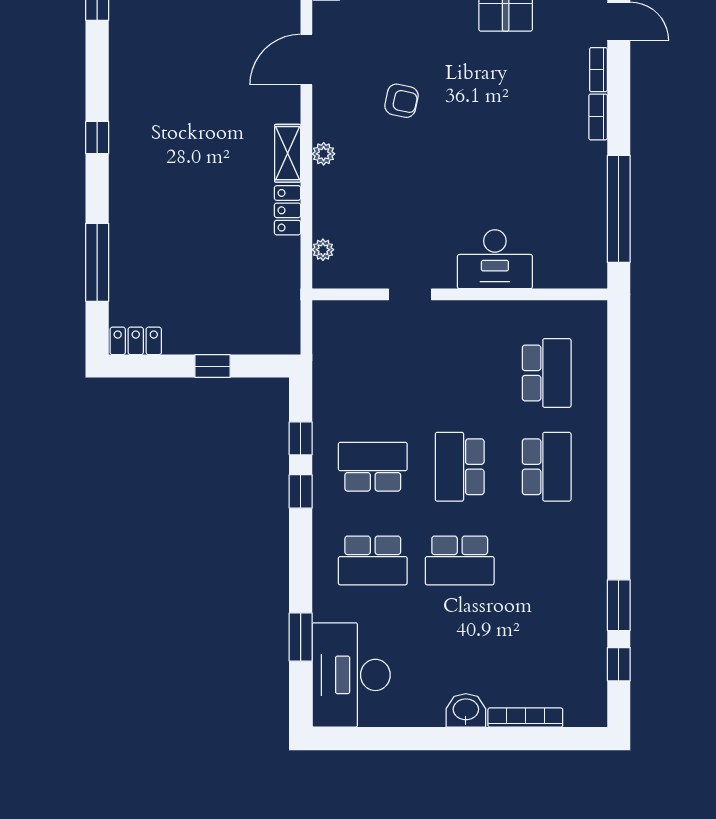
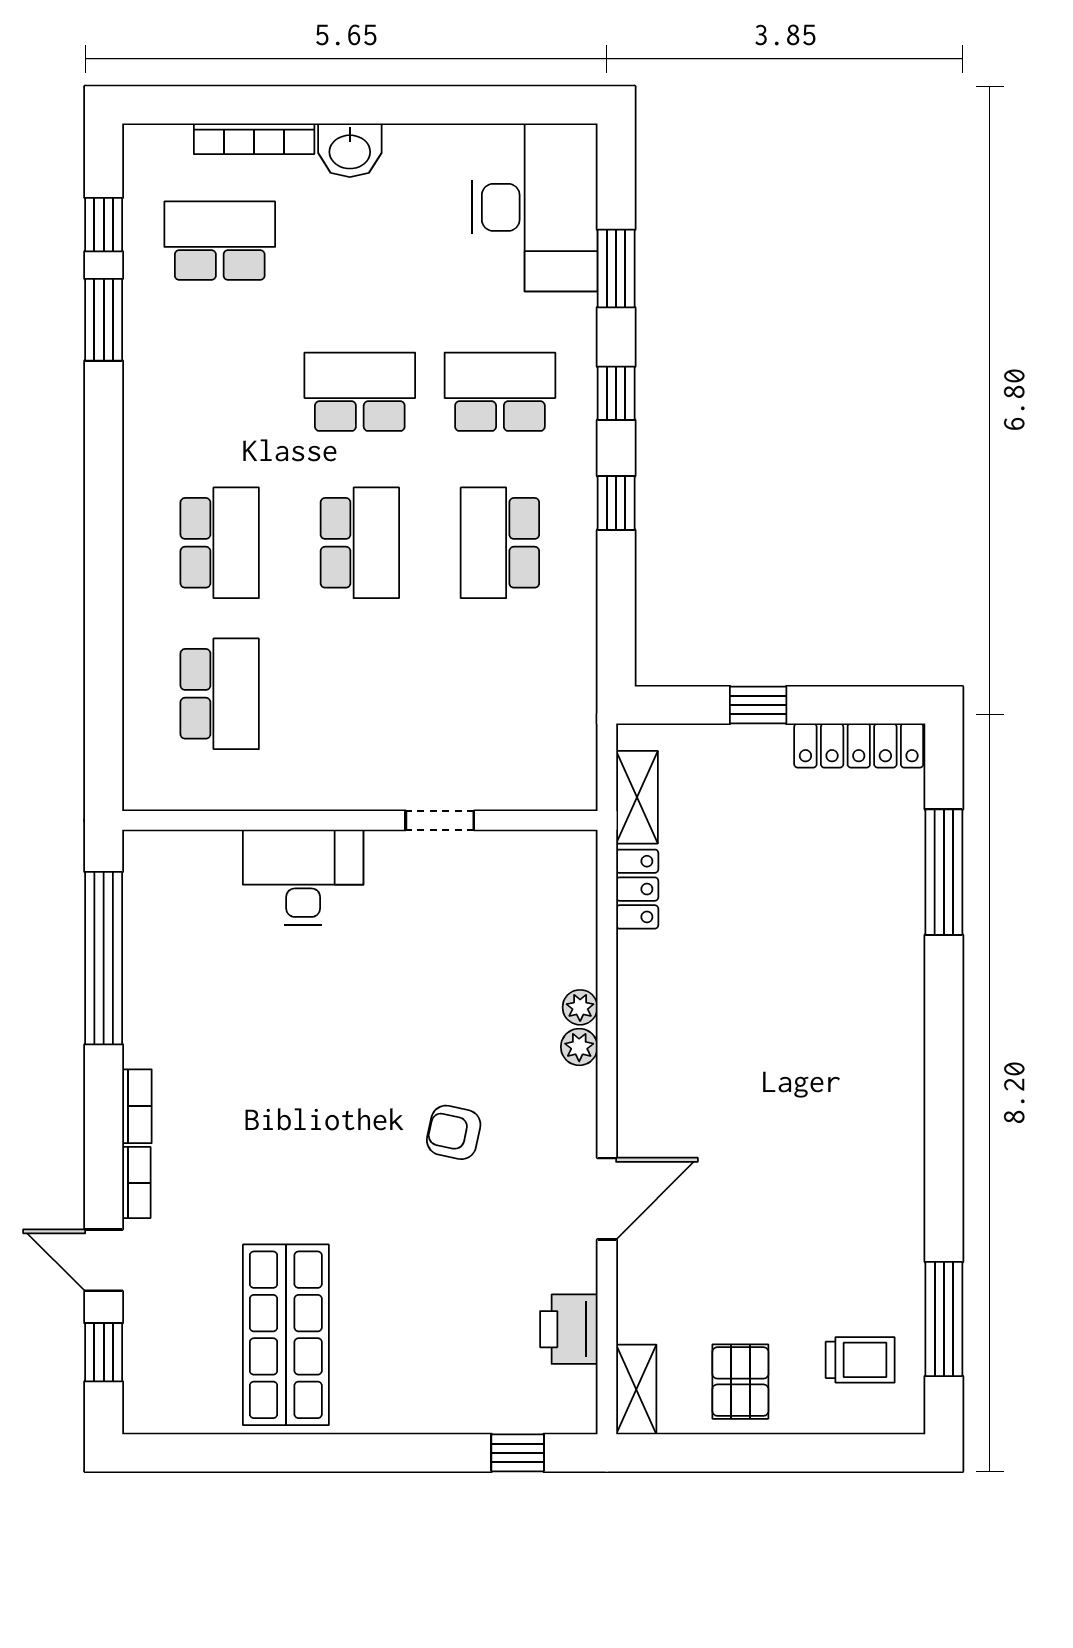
window: (97, 138) -> (944, 1073), removed
shelving: (288, 153) -> (637, 797), moved
locker: (288, 210) -> (637, 889), moved
plant: (323, 250) -> (580, 1007), moved
locker: (136, 341) -> (859, 746), width x1.53
school desk: (547, 373) -> (220, 694), turned 180
window: (301, 438) -> (616, 393), moved
school desk: (373, 467) -> (500, 543), turned 90
school desk: (547, 467) -> (220, 543), turned 180
school desk: (547, 654) -> (220, 241), added

